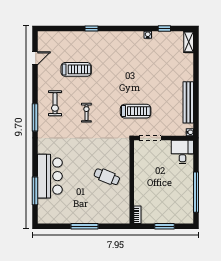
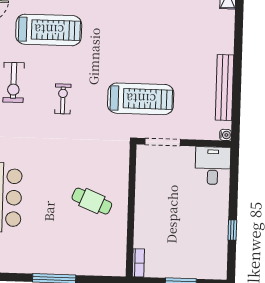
treadmill: (76, 69) -> (49, 30), width x1.37, depth x1.38
treadmill: (136, 111) -> (141, 99), width x1.37, depth x1.38
window: (196, 192) -> (232, 230), width x0.32

